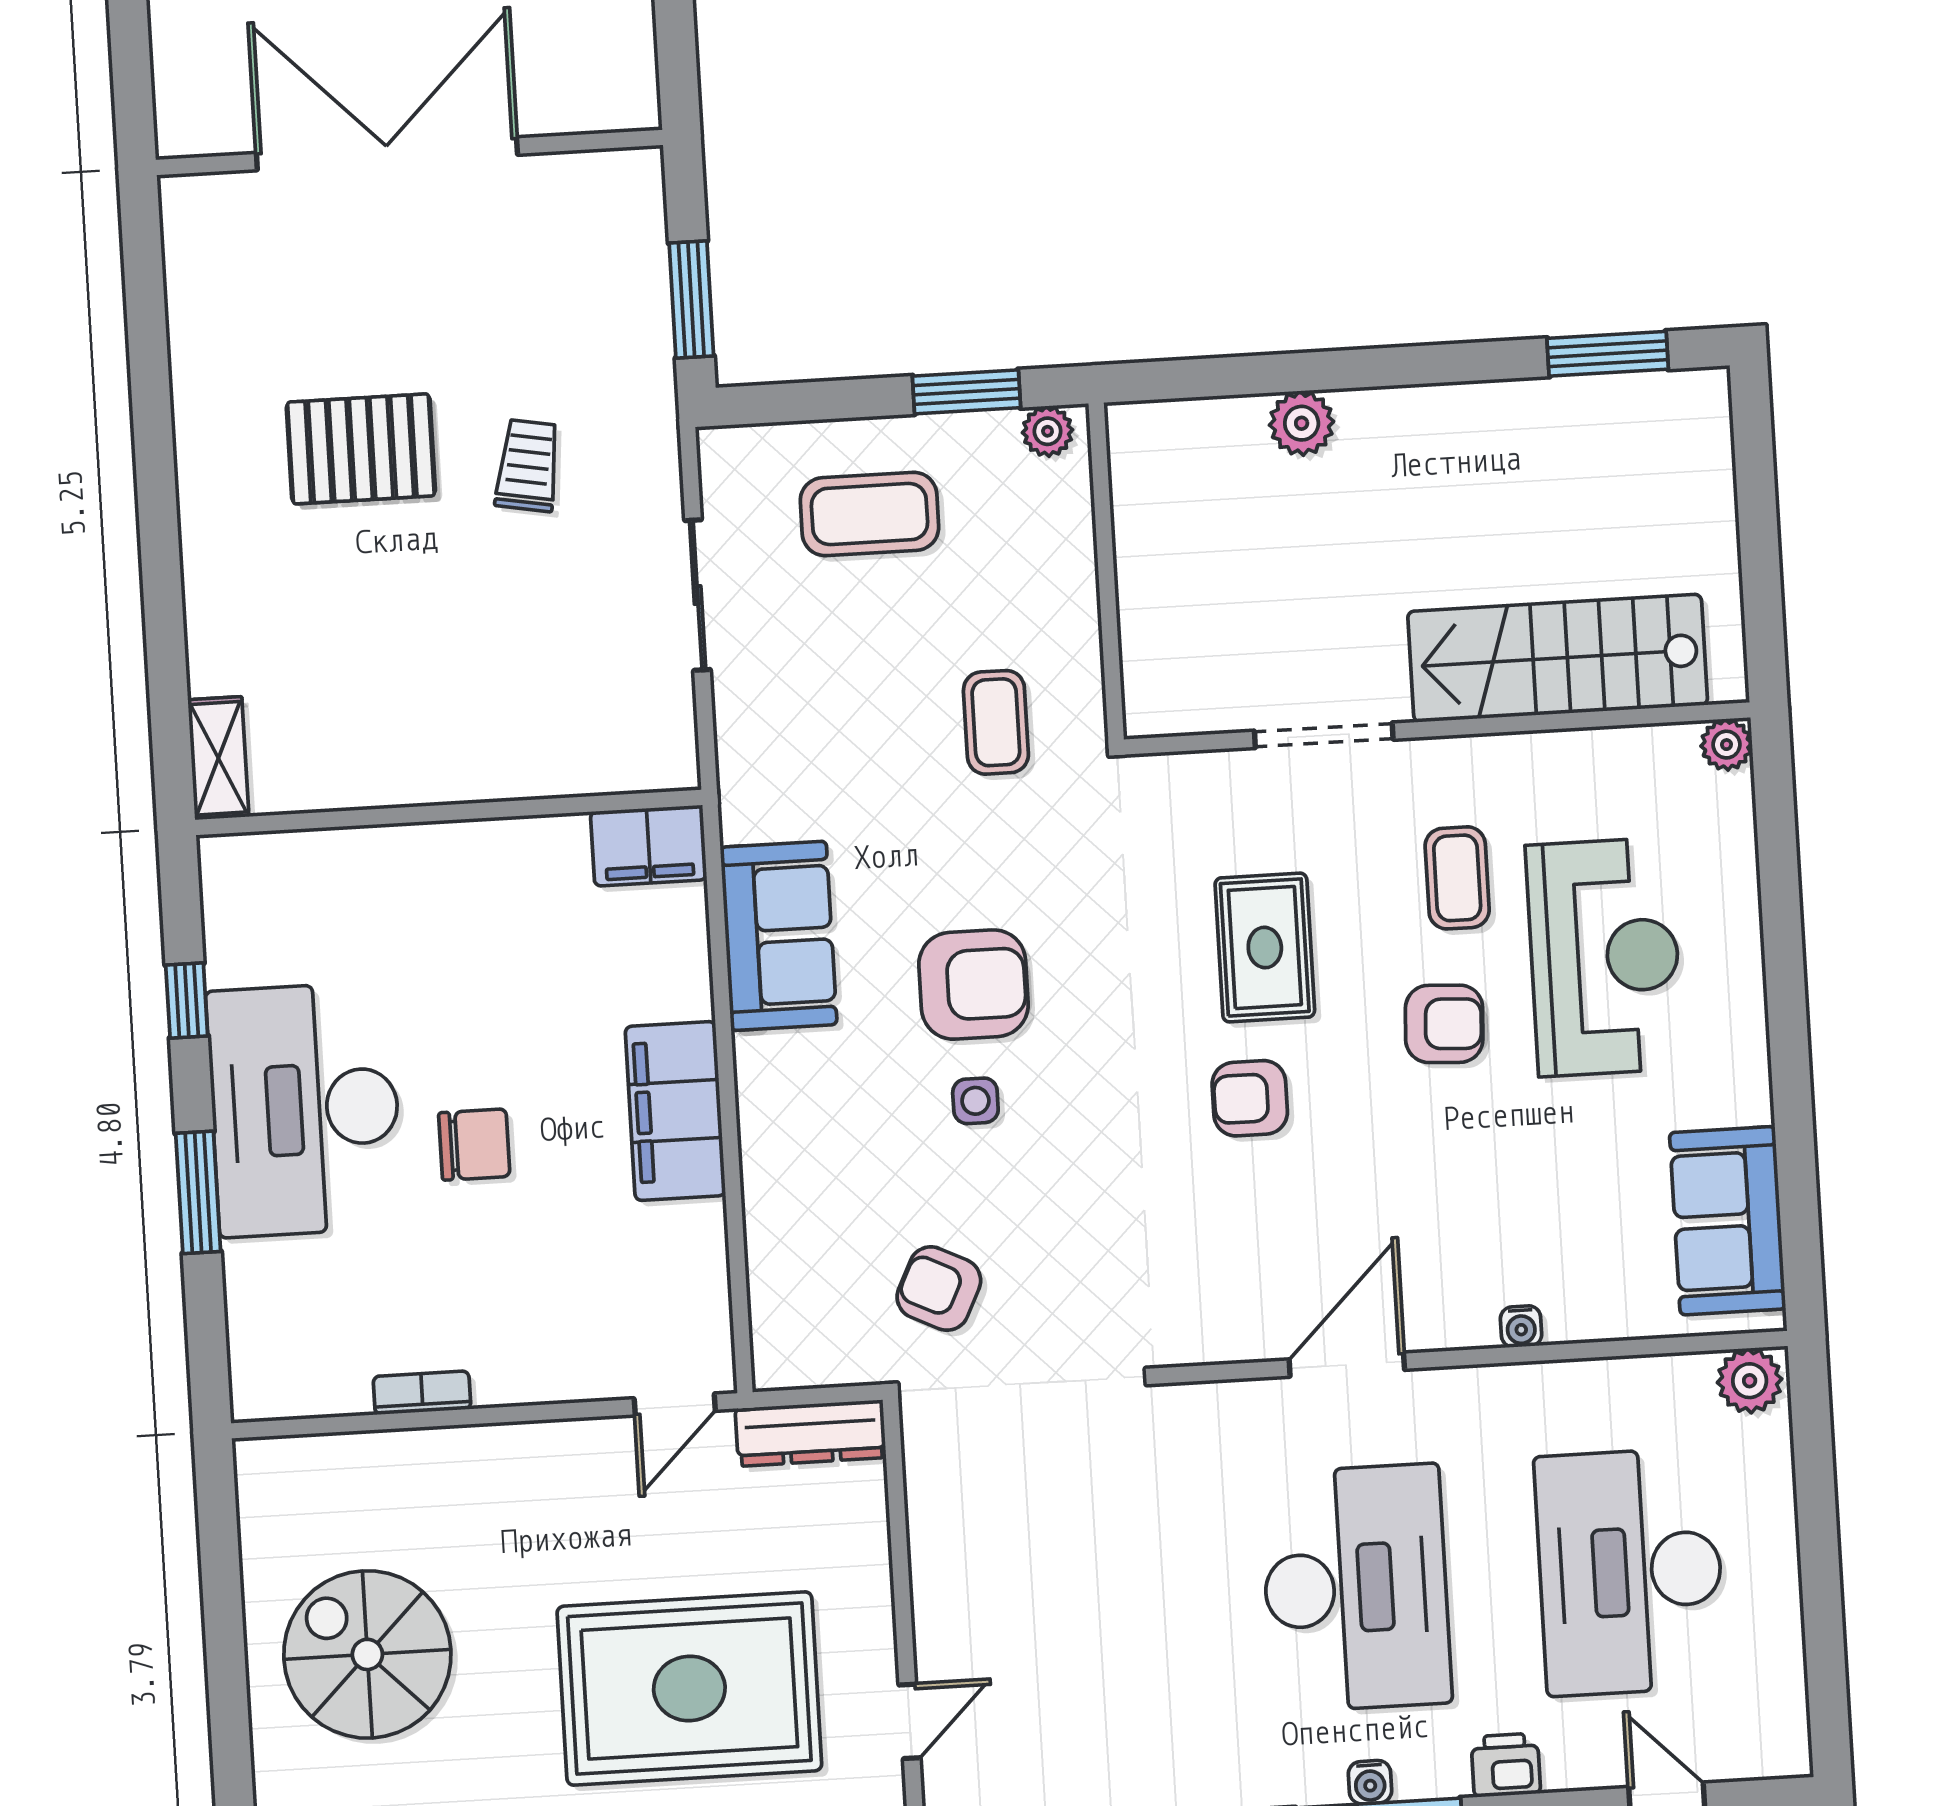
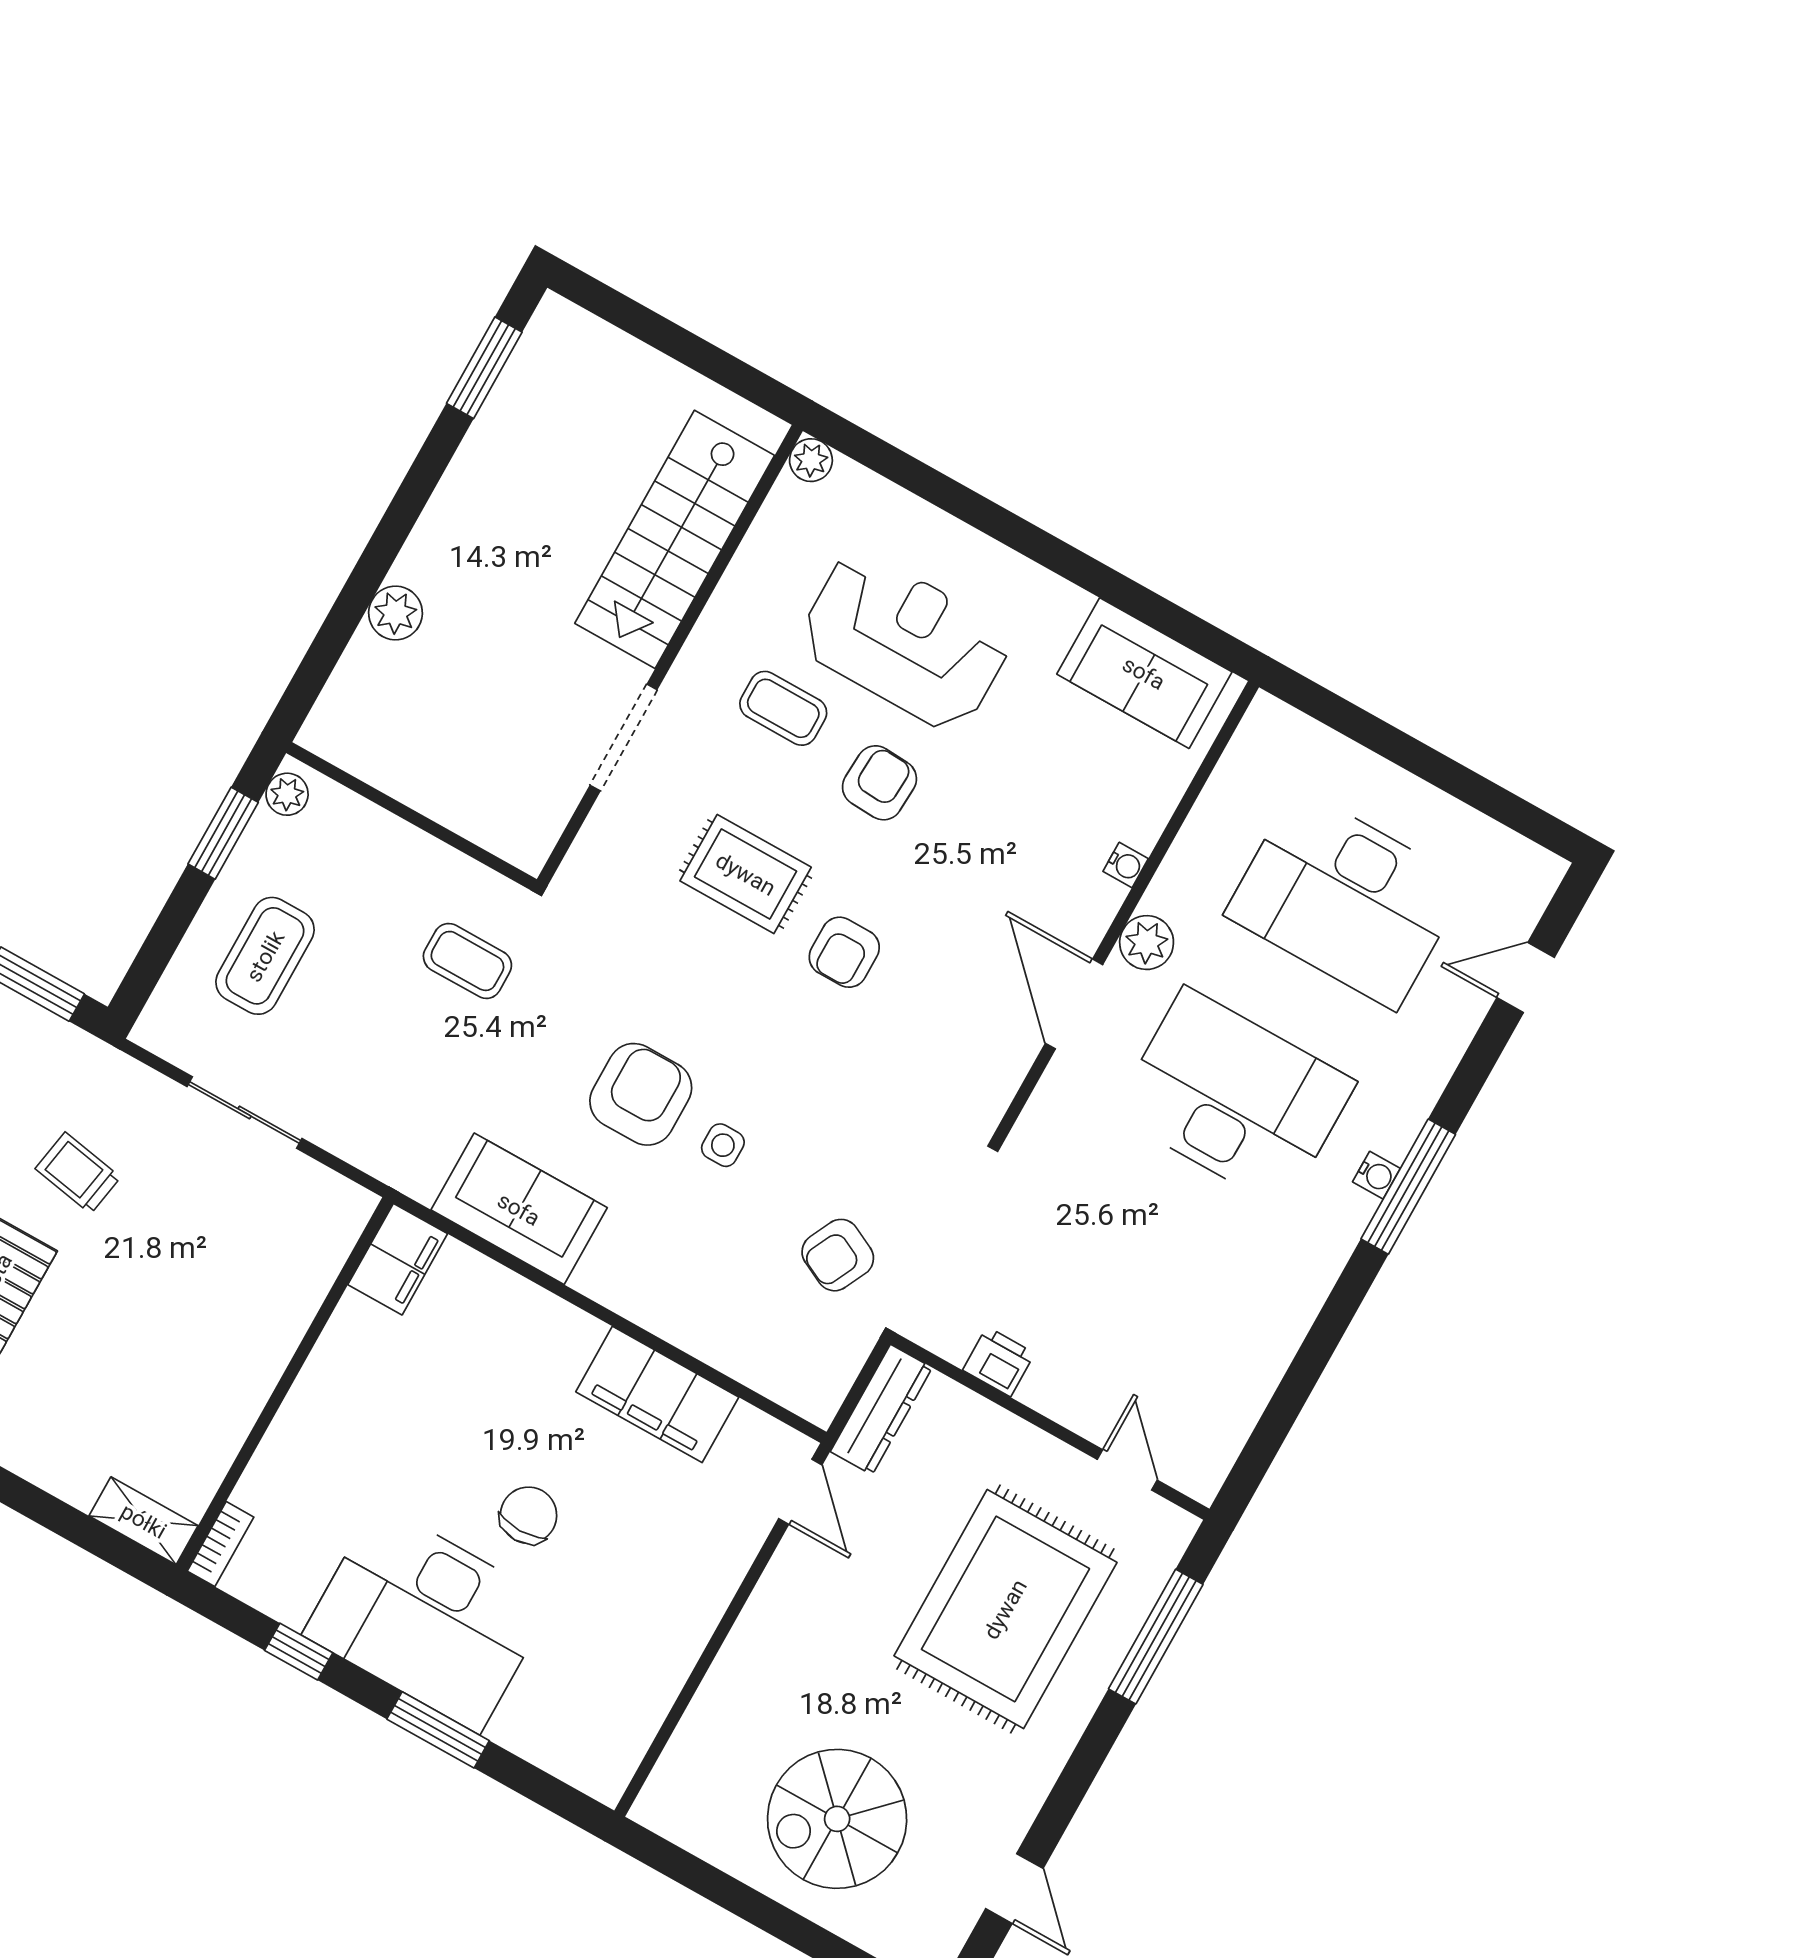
filing cabinet: (675, 1111) -> (657, 1394), moved
plant: (1750, 1381) -> (1147, 943), moved
bookcase: (422, 1393) -> (220, 1544), moved, turned 180
printer: (1506, 1765) -> (999, 1362), moved, turned 90

